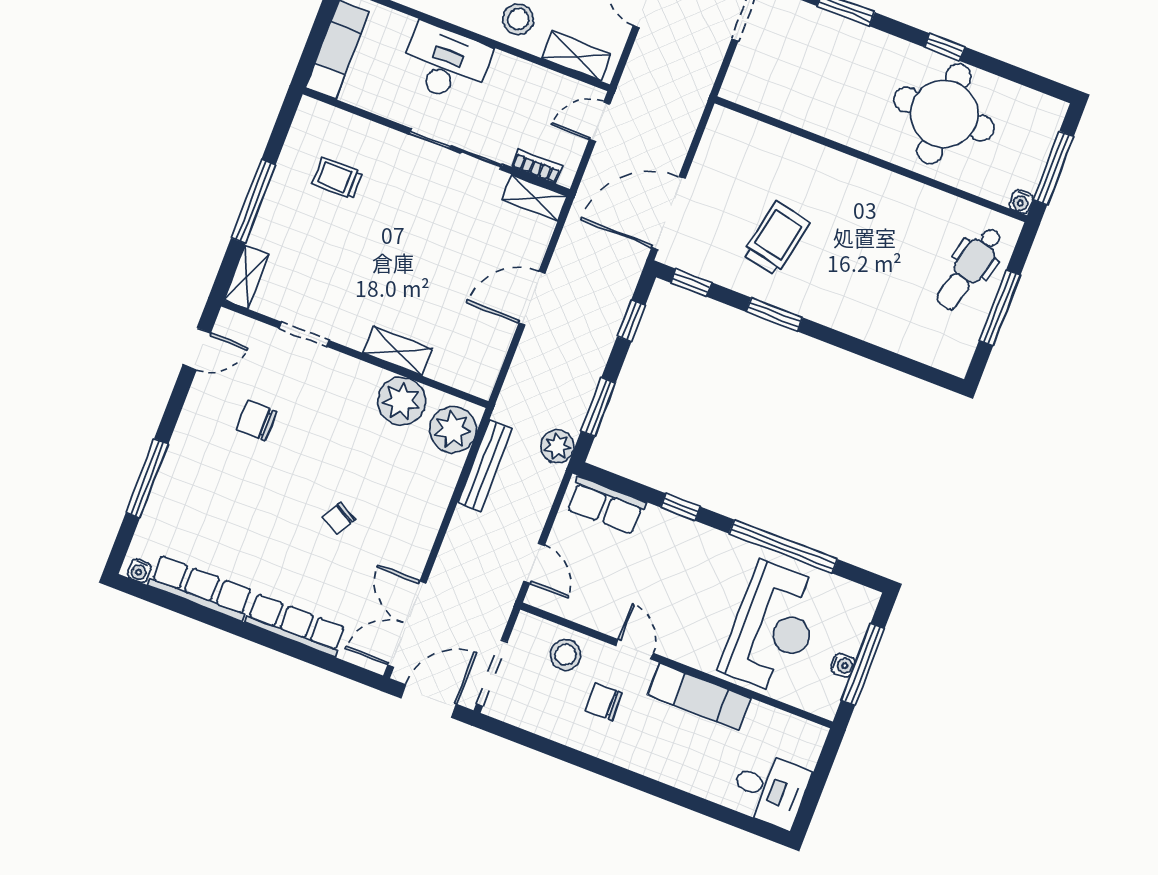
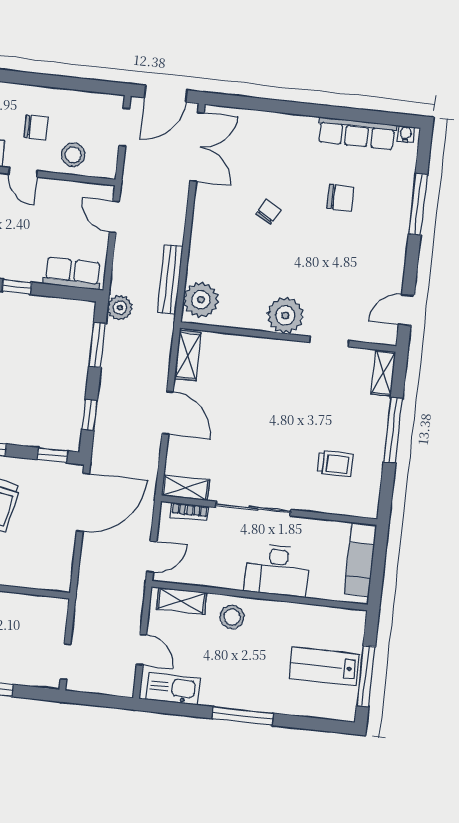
door: (532, 298) -> (168, 413), hinge flipped
shelving: (398, 351) -> (188, 356), moved, turned 90
plant: (401, 401) -> (285, 315), moved
chair: (257, 421) -> (340, 198), moved
row of seats: (295, 625) -> (279, 124), removed
doorway: (492, 673) -> (124, 127), width x0.73

